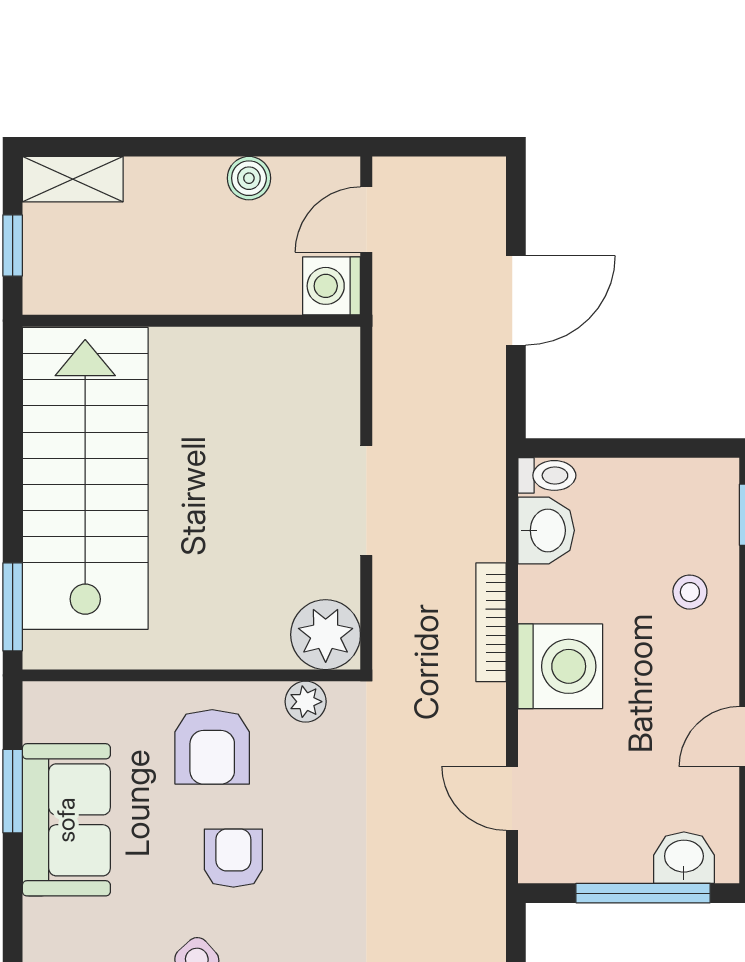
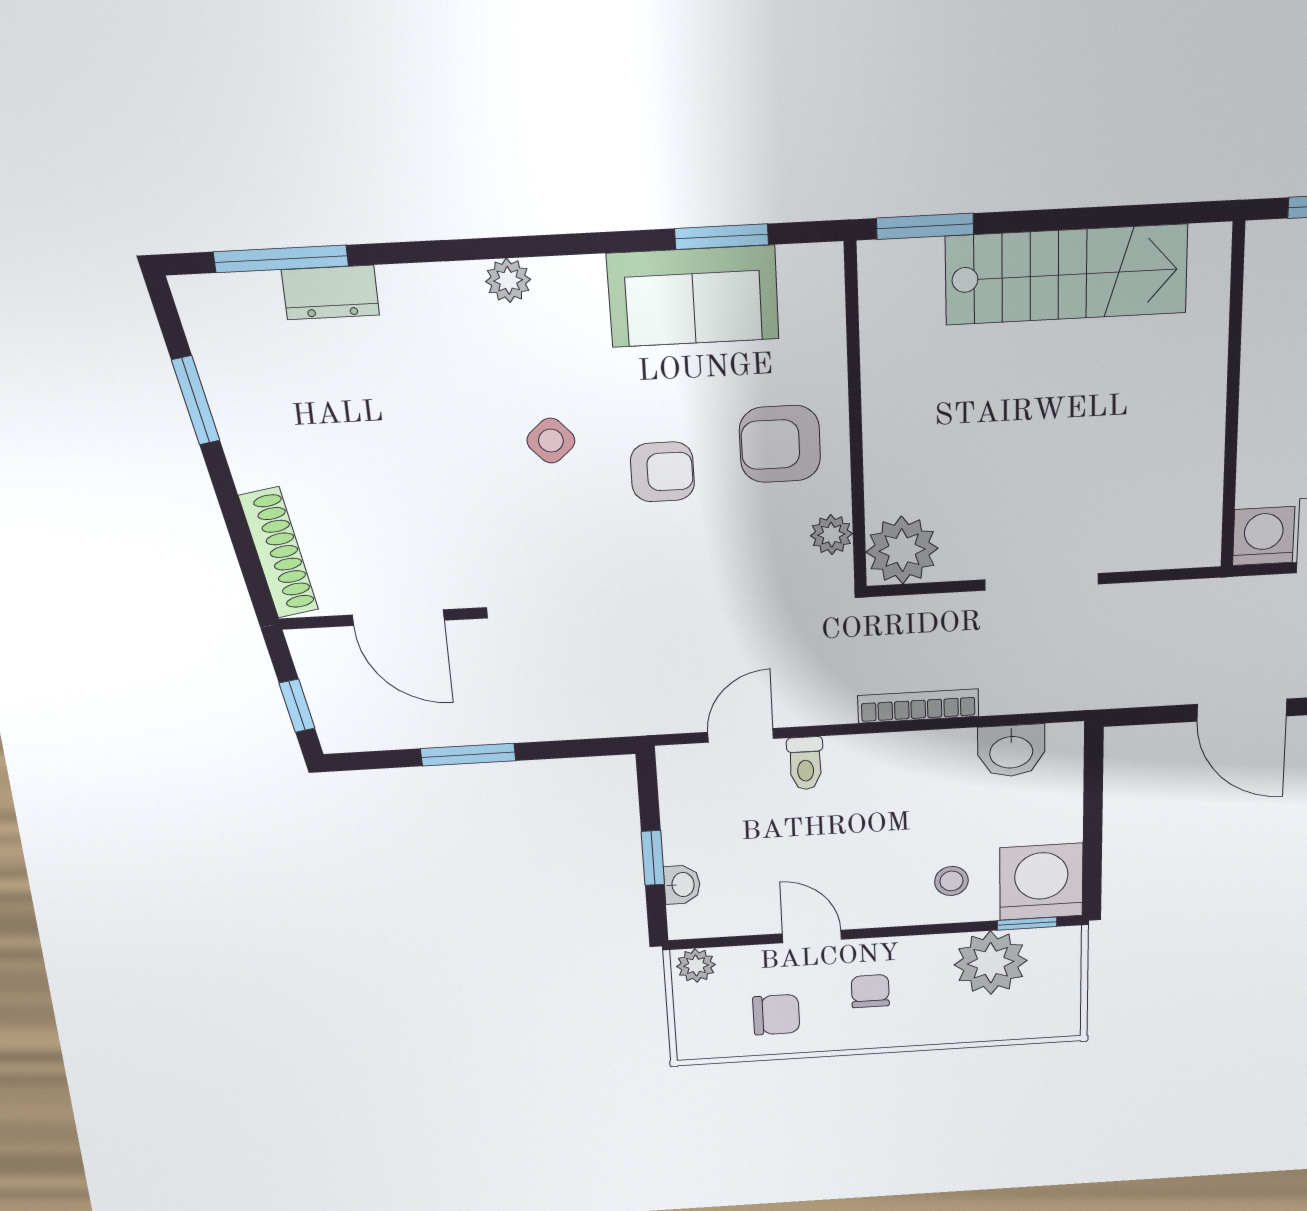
toilet: (547, 475) -> (805, 763), moved
stairs: (85, 478) -> (1066, 275), width x0.73, depth x0.66
washing machine: (560, 666) -> (1041, 882), moved, turned 180
washbasin: (684, 858) -> (682, 885), width x0.72, depth x0.69
window: (643, 893) -> (653, 858), width x0.46

